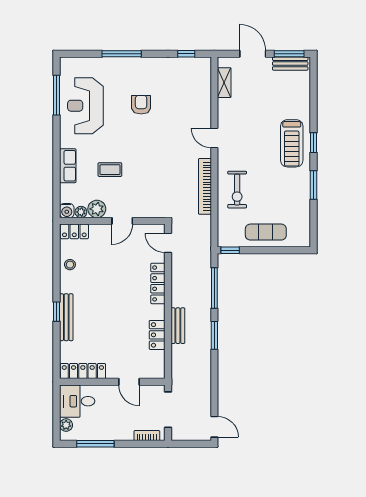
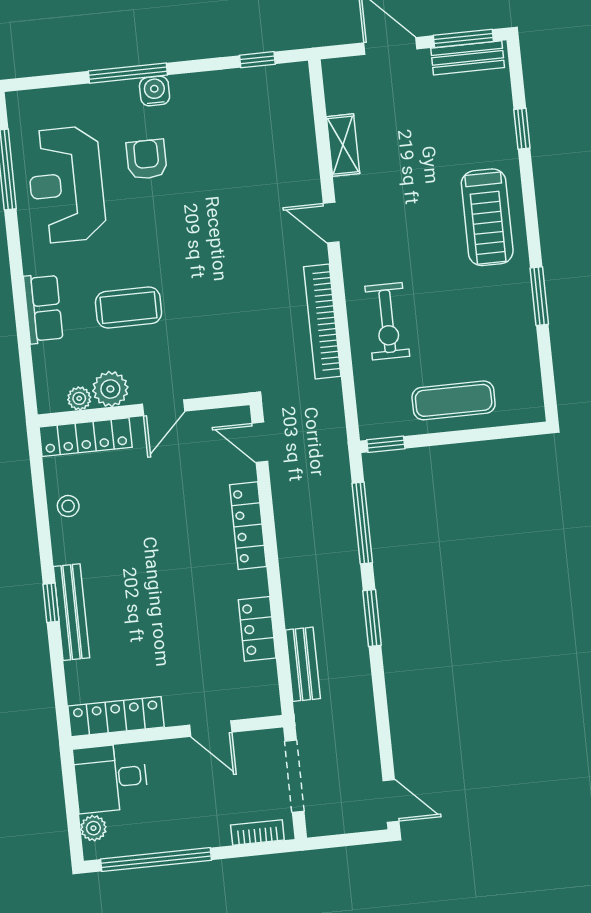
shelving: (224, 83) -> (343, 145), moved
armchair: (141, 105) -> (147, 159), moved
window: (313, 143) -> (522, 129), moved
coffee table: (110, 170) -> (129, 308), width x1.36, depth x1.30
water cooler: (67, 211) -> (155, 91), moved, turned 180
locker: (74, 231) -> (86, 437), width x1.53
bench: (178, 326) -> (303, 664), moved
window: (95, 444) -> (156, 860), width x1.46

